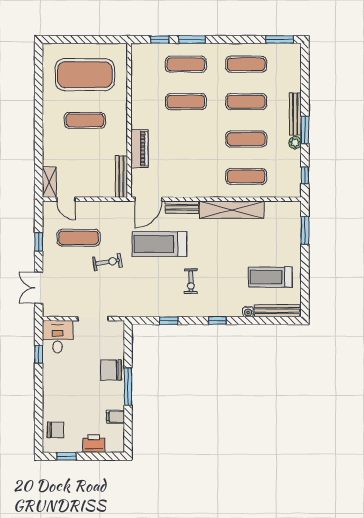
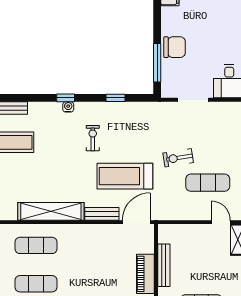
bench: (121, 177) -> (164, 265), moved
treadmill: (159, 244) -> (125, 176), turned 180
water cooler: (248, 312) -> (68, 107), moved
window: (128, 387) -> (157, 63), moved

